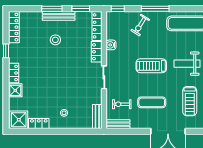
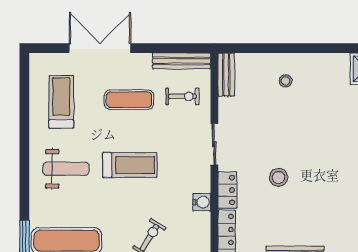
stool: (55, 40) -> (279, 177), moved
locker: (39, 123) -> (331, 62), removed
bench: (118, 124) -> (182, 61), width x1.36

